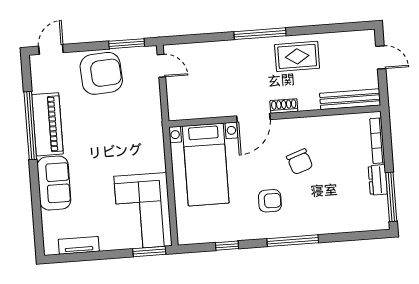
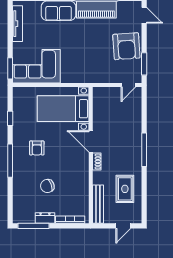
rug: (297, 56) -> (125, 189), moved
chair: (300, 162) -> (47, 186), moved
tv unit: (79, 245) -> (18, 24), width x1.41

